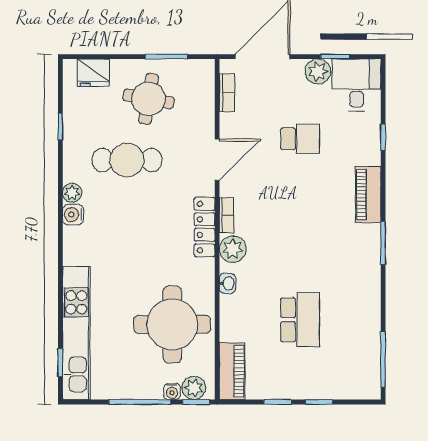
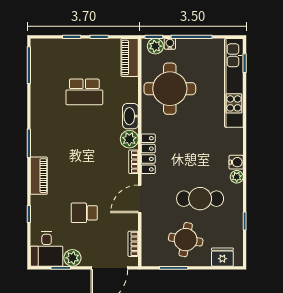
washbasin: (227, 283) -> (130, 116), width x1.91, depth x1.45
school desk: (300, 320) -> (84, 92), turned -90

